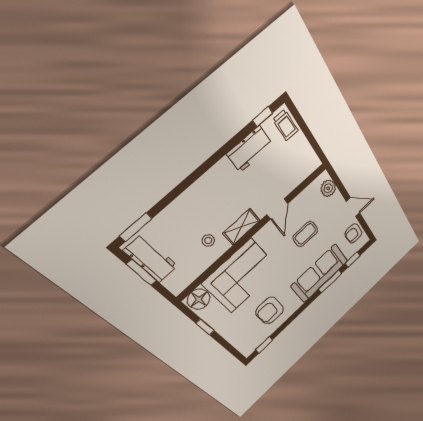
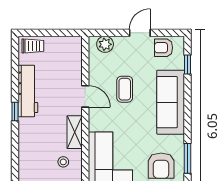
window: (263, 117) -> (15, 111), moved
workbench: (250, 149) -> (28, 91), width x1.38
armchair: (353, 233) -> (163, 48), turned 90
window: (330, 281) -> (187, 158), moved

